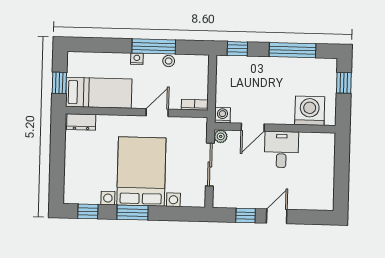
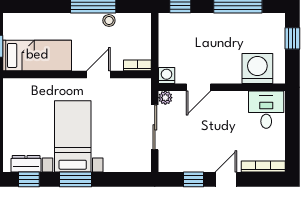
nightstand: (137, 59) -> (76, 19), removed
dresser: (81, 122) -> (26, 164), moved, turned 180
desk: (281, 149) -> (266, 110), moved
bed with nightstands: (141, 171) -> (73, 136), width x0.73
bookcase: (313, 205) -> (263, 167), added

